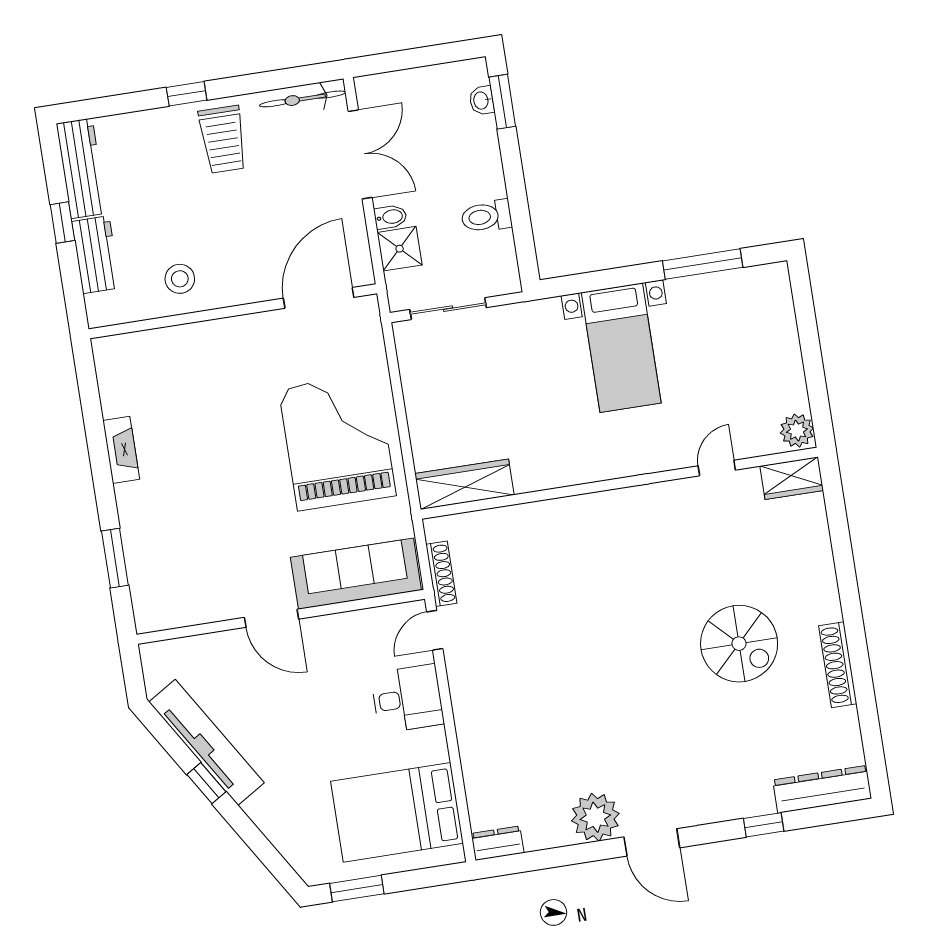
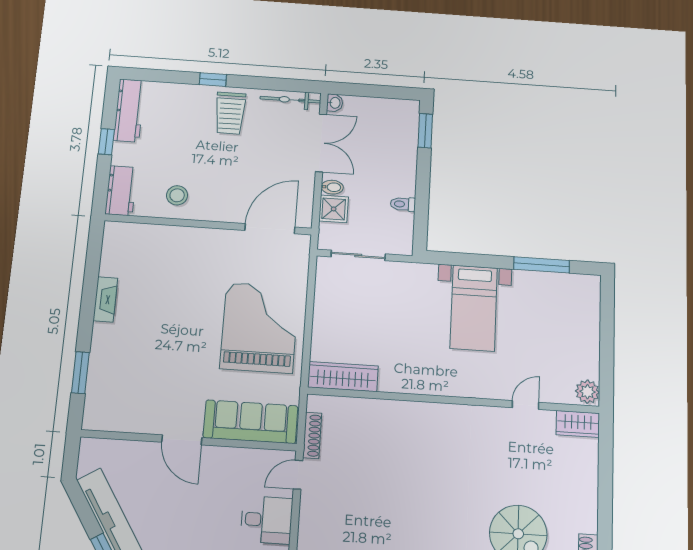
washbasin: (482, 100) -> (335, 103), moved, turned 180
toilet: (486, 216) -> (403, 204), width x0.73, depth x0.72
workbench: (96, 255) -> (121, 191), moved

